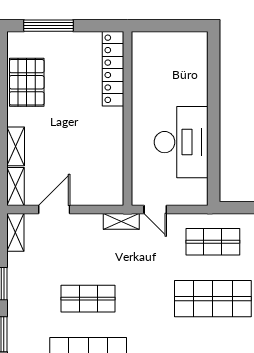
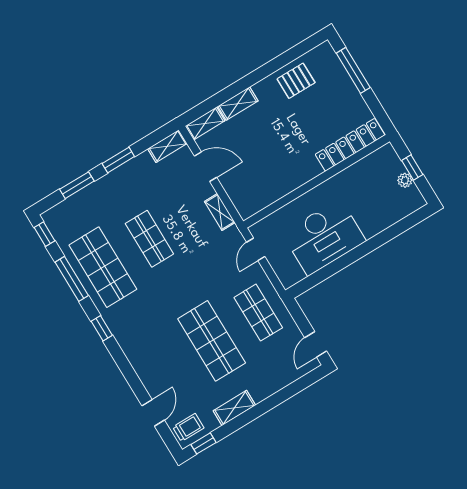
window: (167, 26) -> (412, 167), added
plant: (174, 39) -> (405, 180), added
pallet: (27, 82) -> (296, 81), width x0.67, depth x0.71
shelving: (121, 221) -> (220, 212), moved

